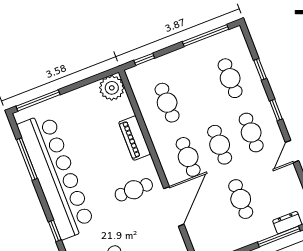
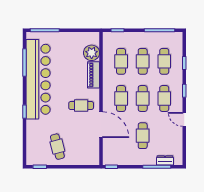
plant: (112, 88) -> (92, 53), moved
cafe table: (199, 90) -> (143, 61), added
door: (292, 152) -> (184, 119), hinge flipped
door: (174, 206) -> (101, 125), hinge flipped

